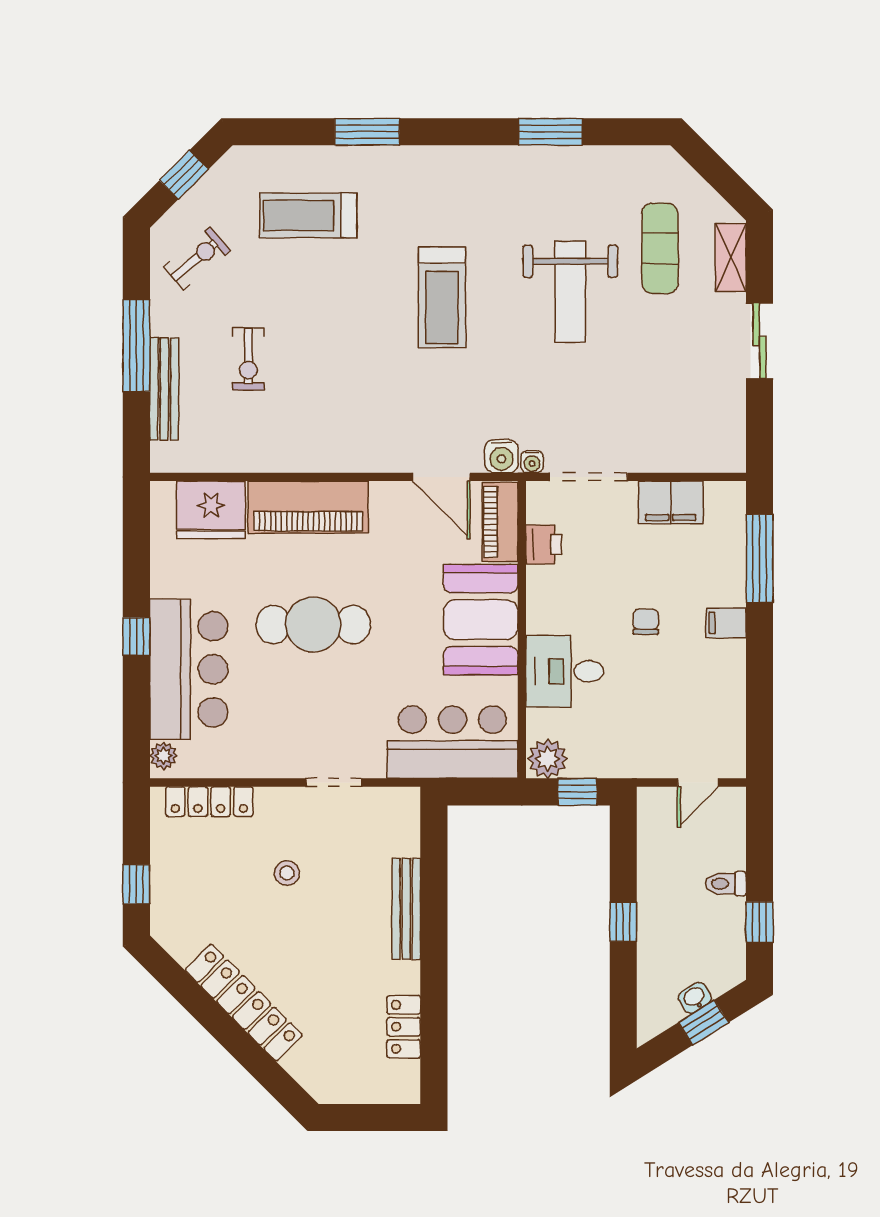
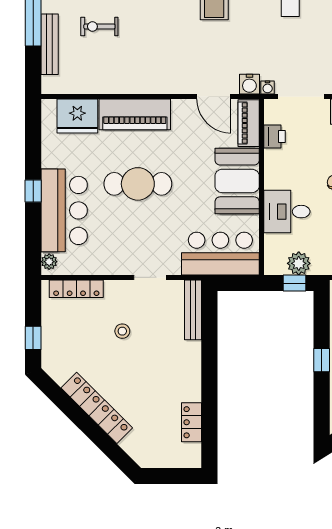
exercise bike: (248, 359) -> (99, 26), turned 90
plant: (548, 759) -> (299, 263), moved
bench: (406, 909) -> (193, 310), moved

